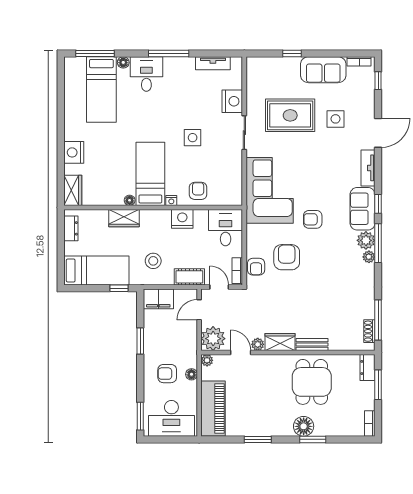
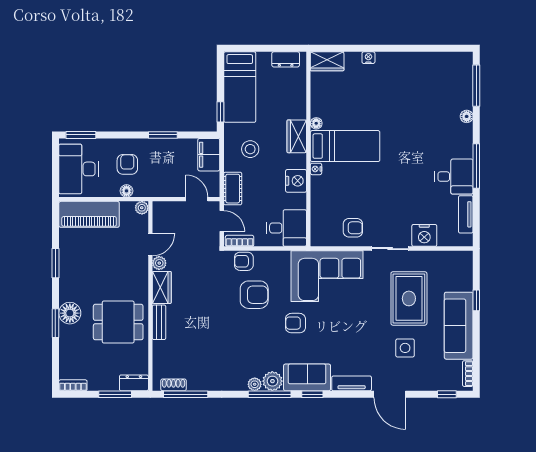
sofa: (323, 70) -> (459, 326), width x1.36
desk: (146, 74) -> (454, 177), moved
bed: (101, 90) -> (437, 93), removed
side table: (193, 138) -> (385, 192), removed
nightstand: (74, 152) -> (368, 58), width x0.53, depth x0.56
armchair: (198, 191) -> (353, 228), moved
wardrobe: (124, 218) -> (297, 136), moved
armchair: (313, 219) -> (295, 323), turned -90
door: (219, 287) -> (222, 221), hinge flipped
plant: (213, 339) -> (166, 214), removed

